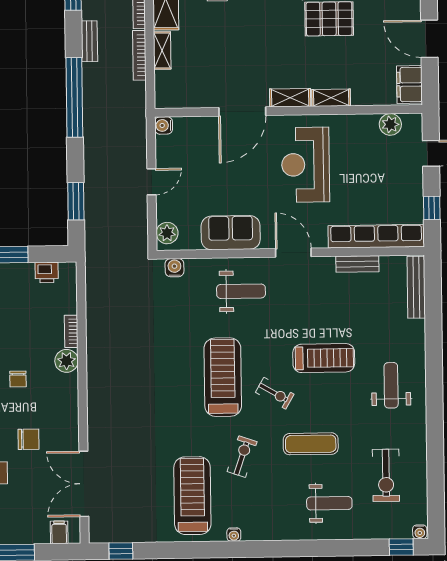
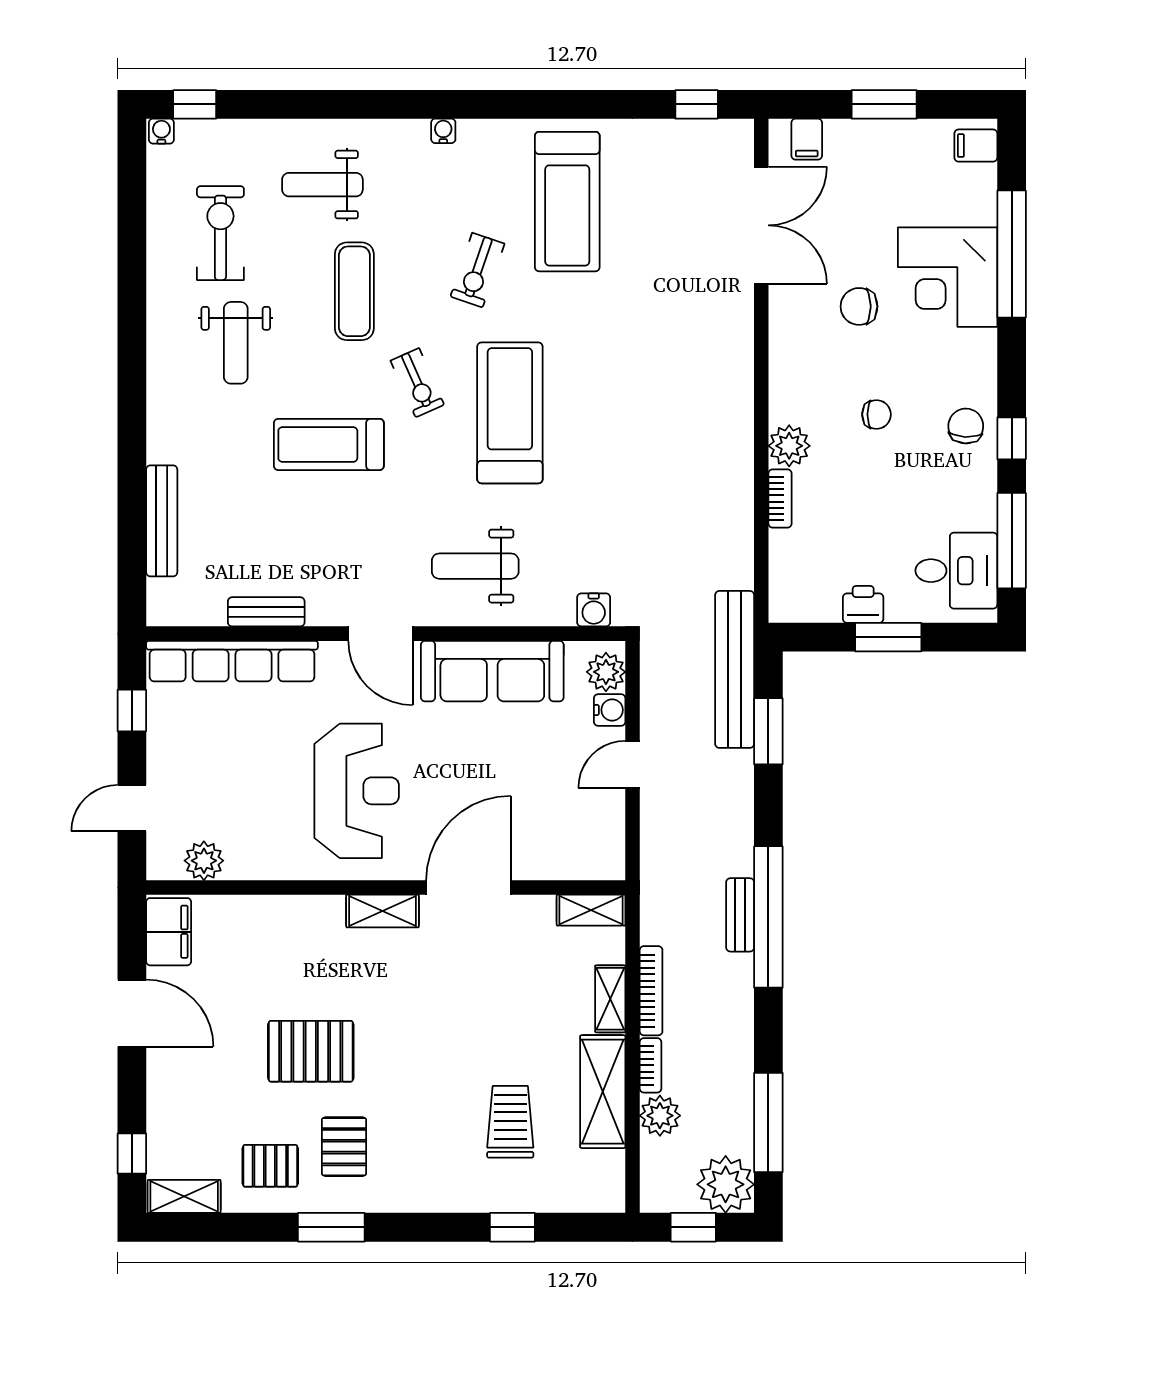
bench: (89, 41) -> (740, 915), moved
shelving: (331, 98) -> (591, 910), moved
water cooler: (164, 125) -> (610, 710), moved
sofa: (231, 233) -> (492, 671), width x1.36
bench: (95, 235) -> (735, 669), added
printer: (47, 272) -> (863, 604), moved
bench: (416, 287) -> (162, 521), moved
treadmill: (223, 377) -> (510, 413), turned 180
chair: (18, 379) -> (876, 414), turned 90
weight bench: (391, 385) -> (236, 343), moved
exercise bike: (275, 393) -> (417, 383), turned -144
exercise mat: (311, 444) -> (354, 291), turned 90
water cooler: (234, 535) -> (443, 131), moved

